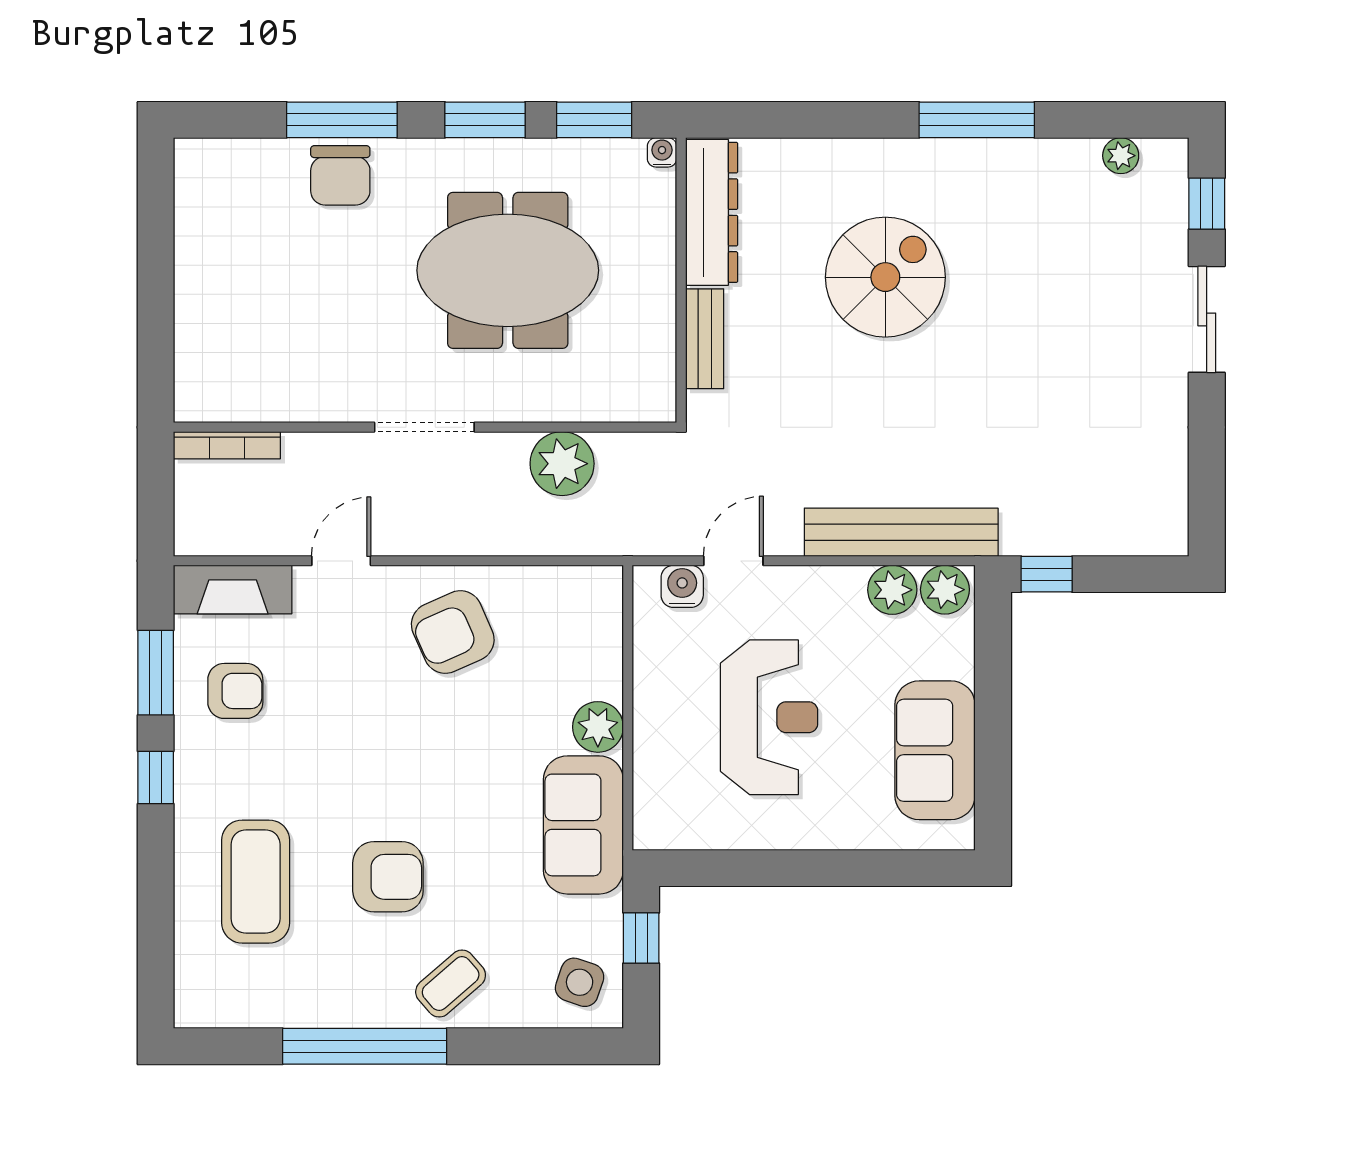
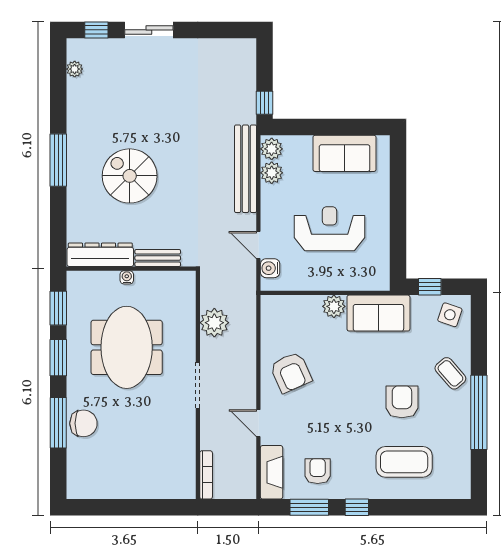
window: (977, 120) -> (58, 160), moved
water cooler: (662, 152) -> (127, 277), moved, turned 90

